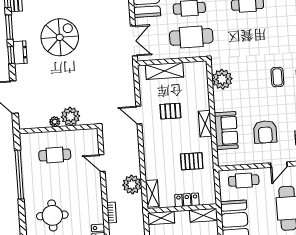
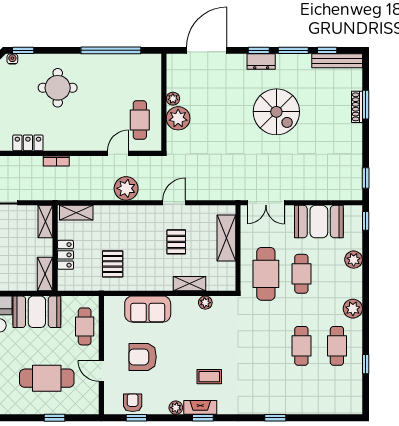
plant: (222, 79) -> (205, 303), width x0.53, depth x0.53
shelving: (205, 124) -> (189, 284), moved
cafe table: (55, 155) -> (140, 120), moved
plant: (132, 185) -> (126, 188), moved

